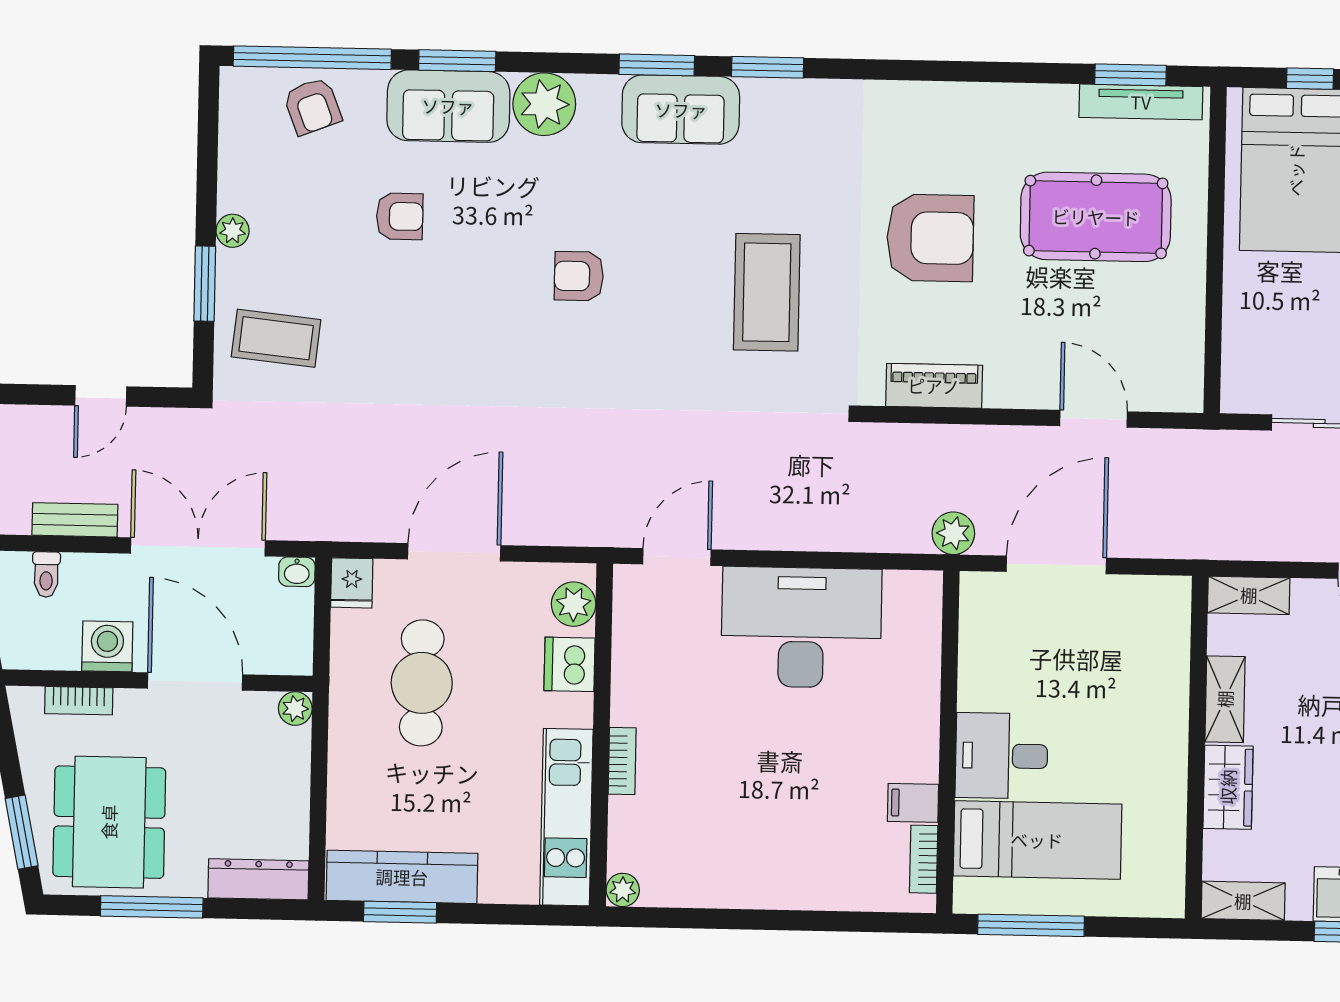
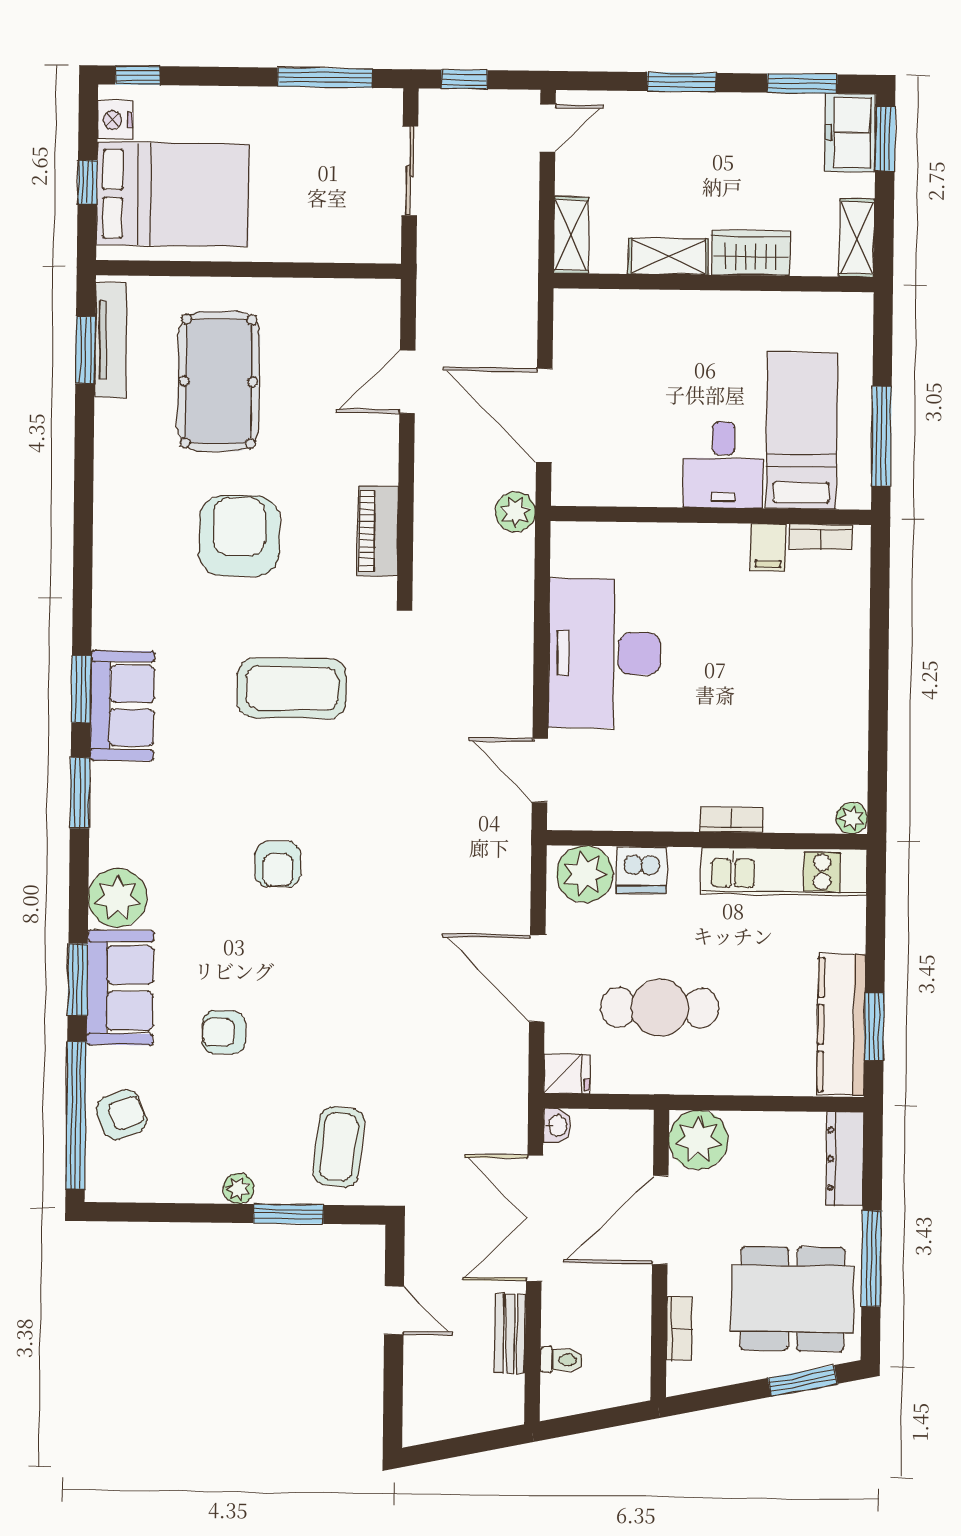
sofa: (681, 110) -> (122, 706), moved
armchair: (400, 216) -> (224, 1032), turned -90
plant: (574, 604) -> (585, 874), width x1.36, depth x1.36
washing machine: (107, 646) -> (628, 1302), removed
plant: (295, 709) -> (698, 1140), width x1.88, depth x1.88

